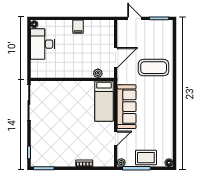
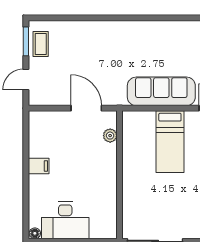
coffee table: (154, 68) -> (41, 44), moved, width x0.54, depth x0.58
bed: (104, 101) -> (170, 142), moved, turned 90

